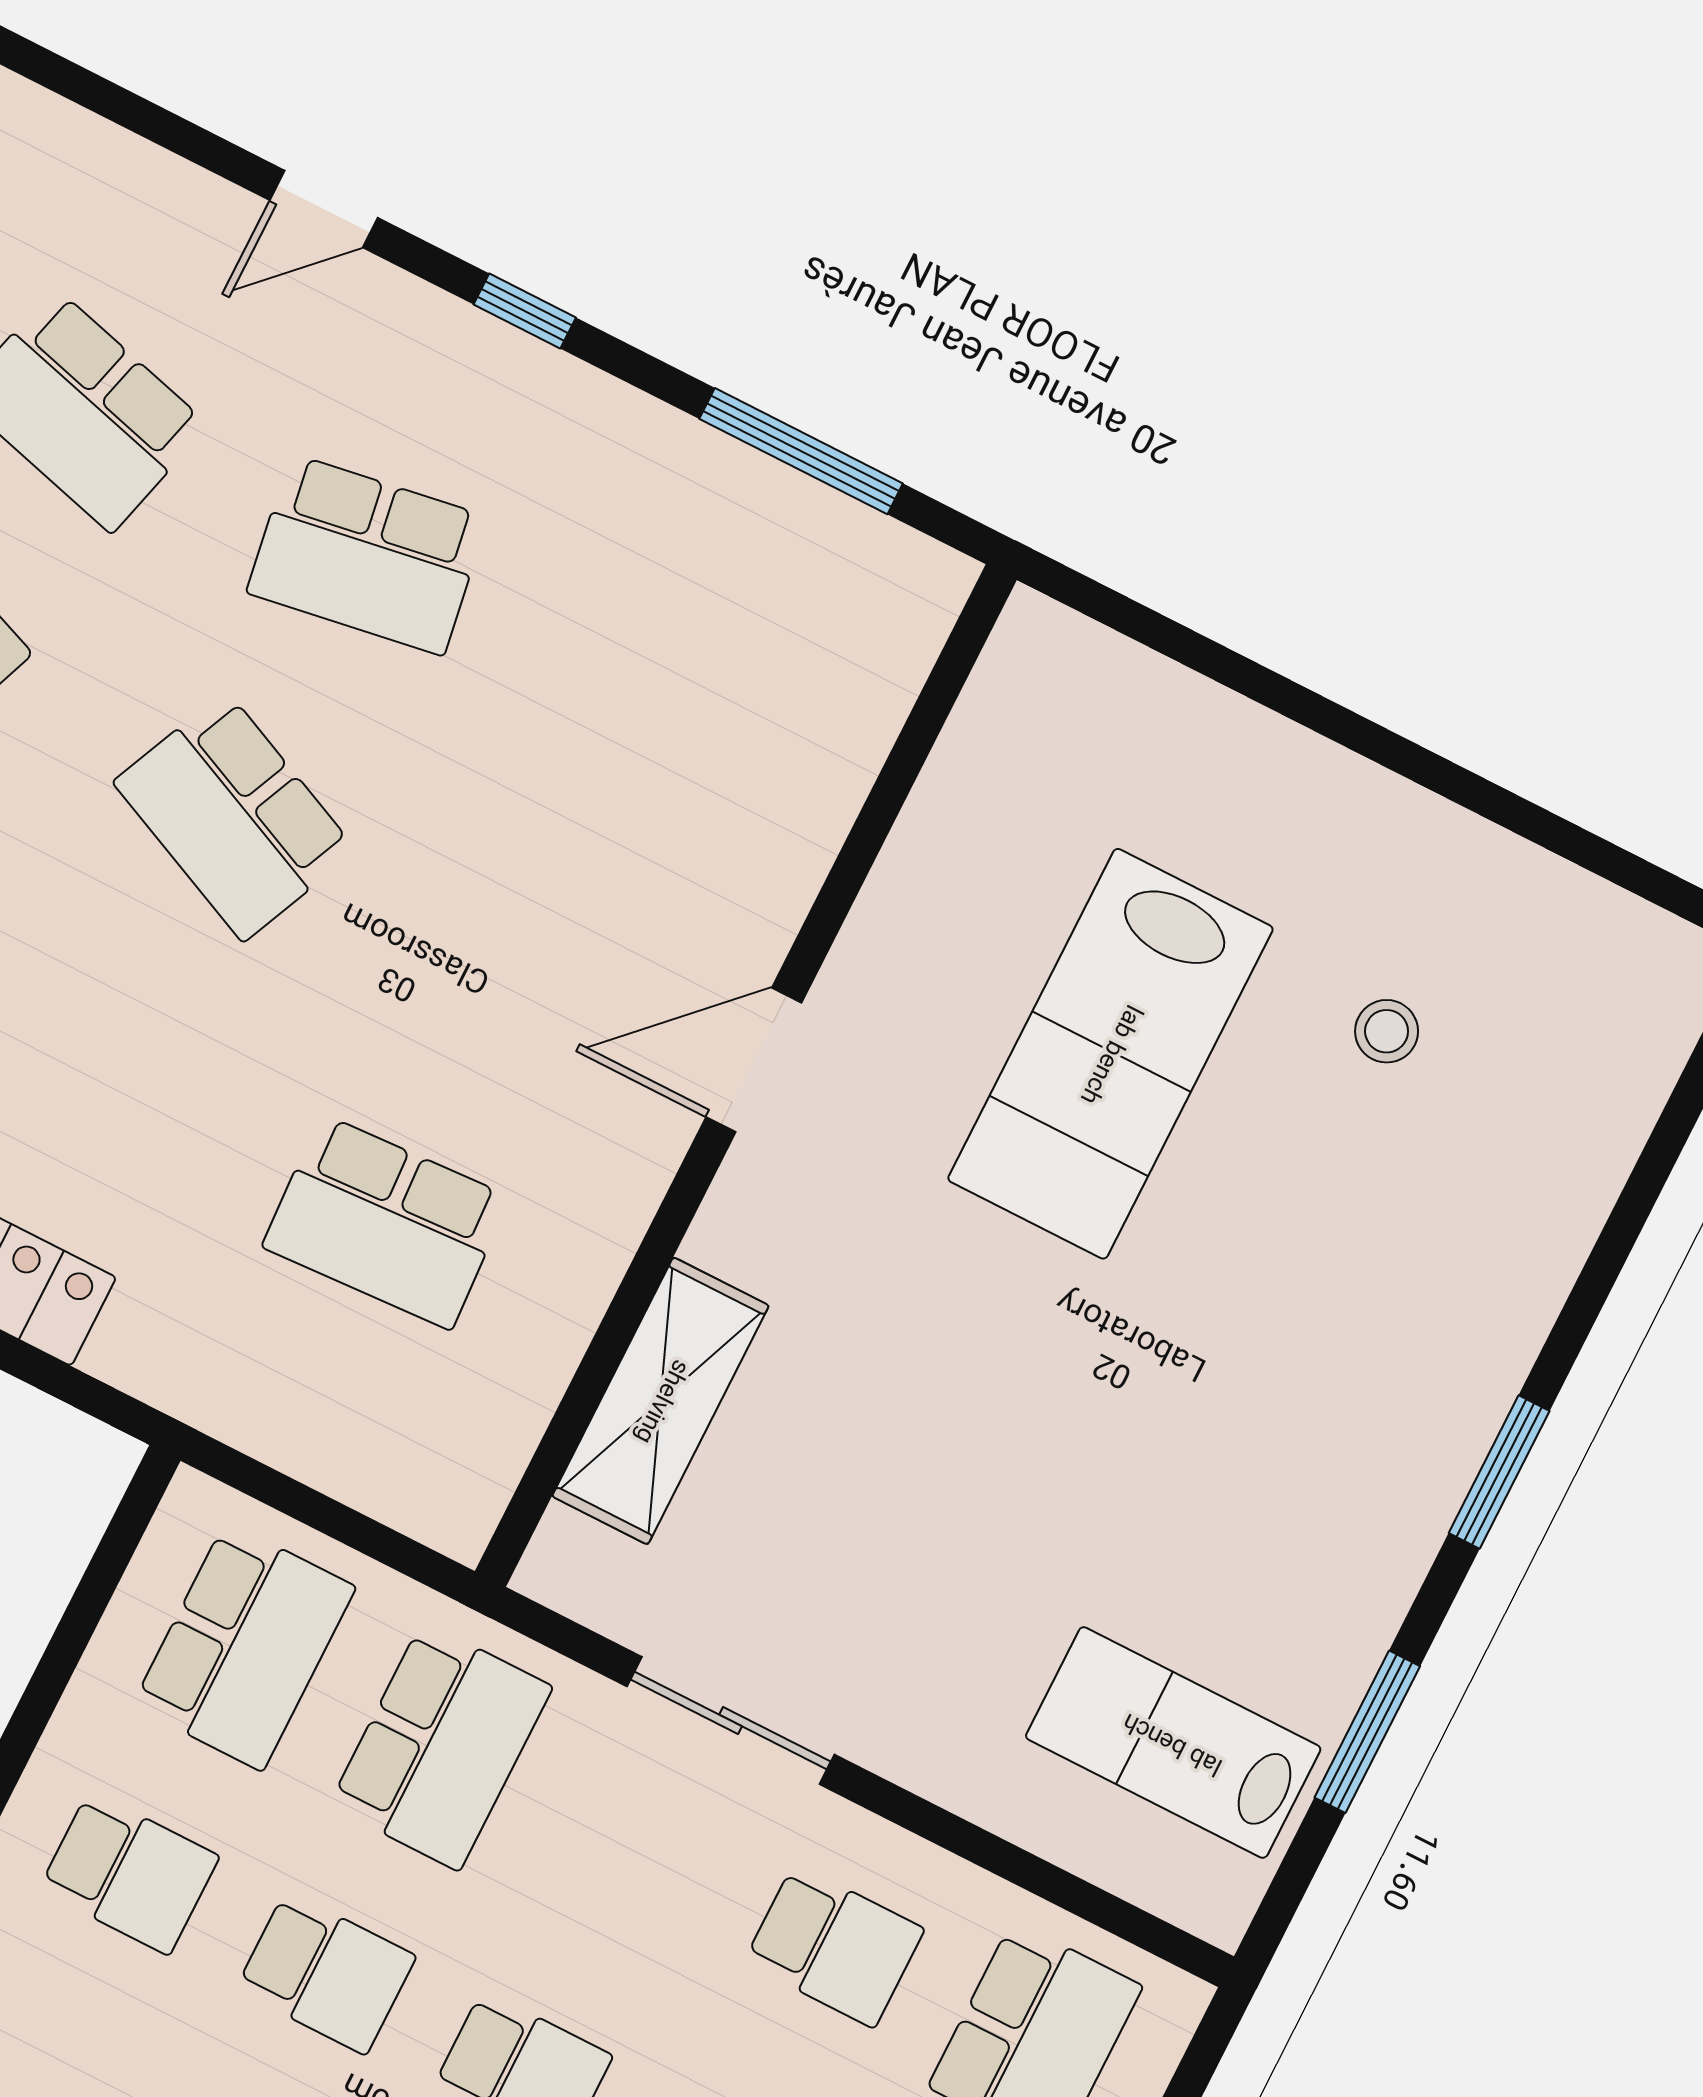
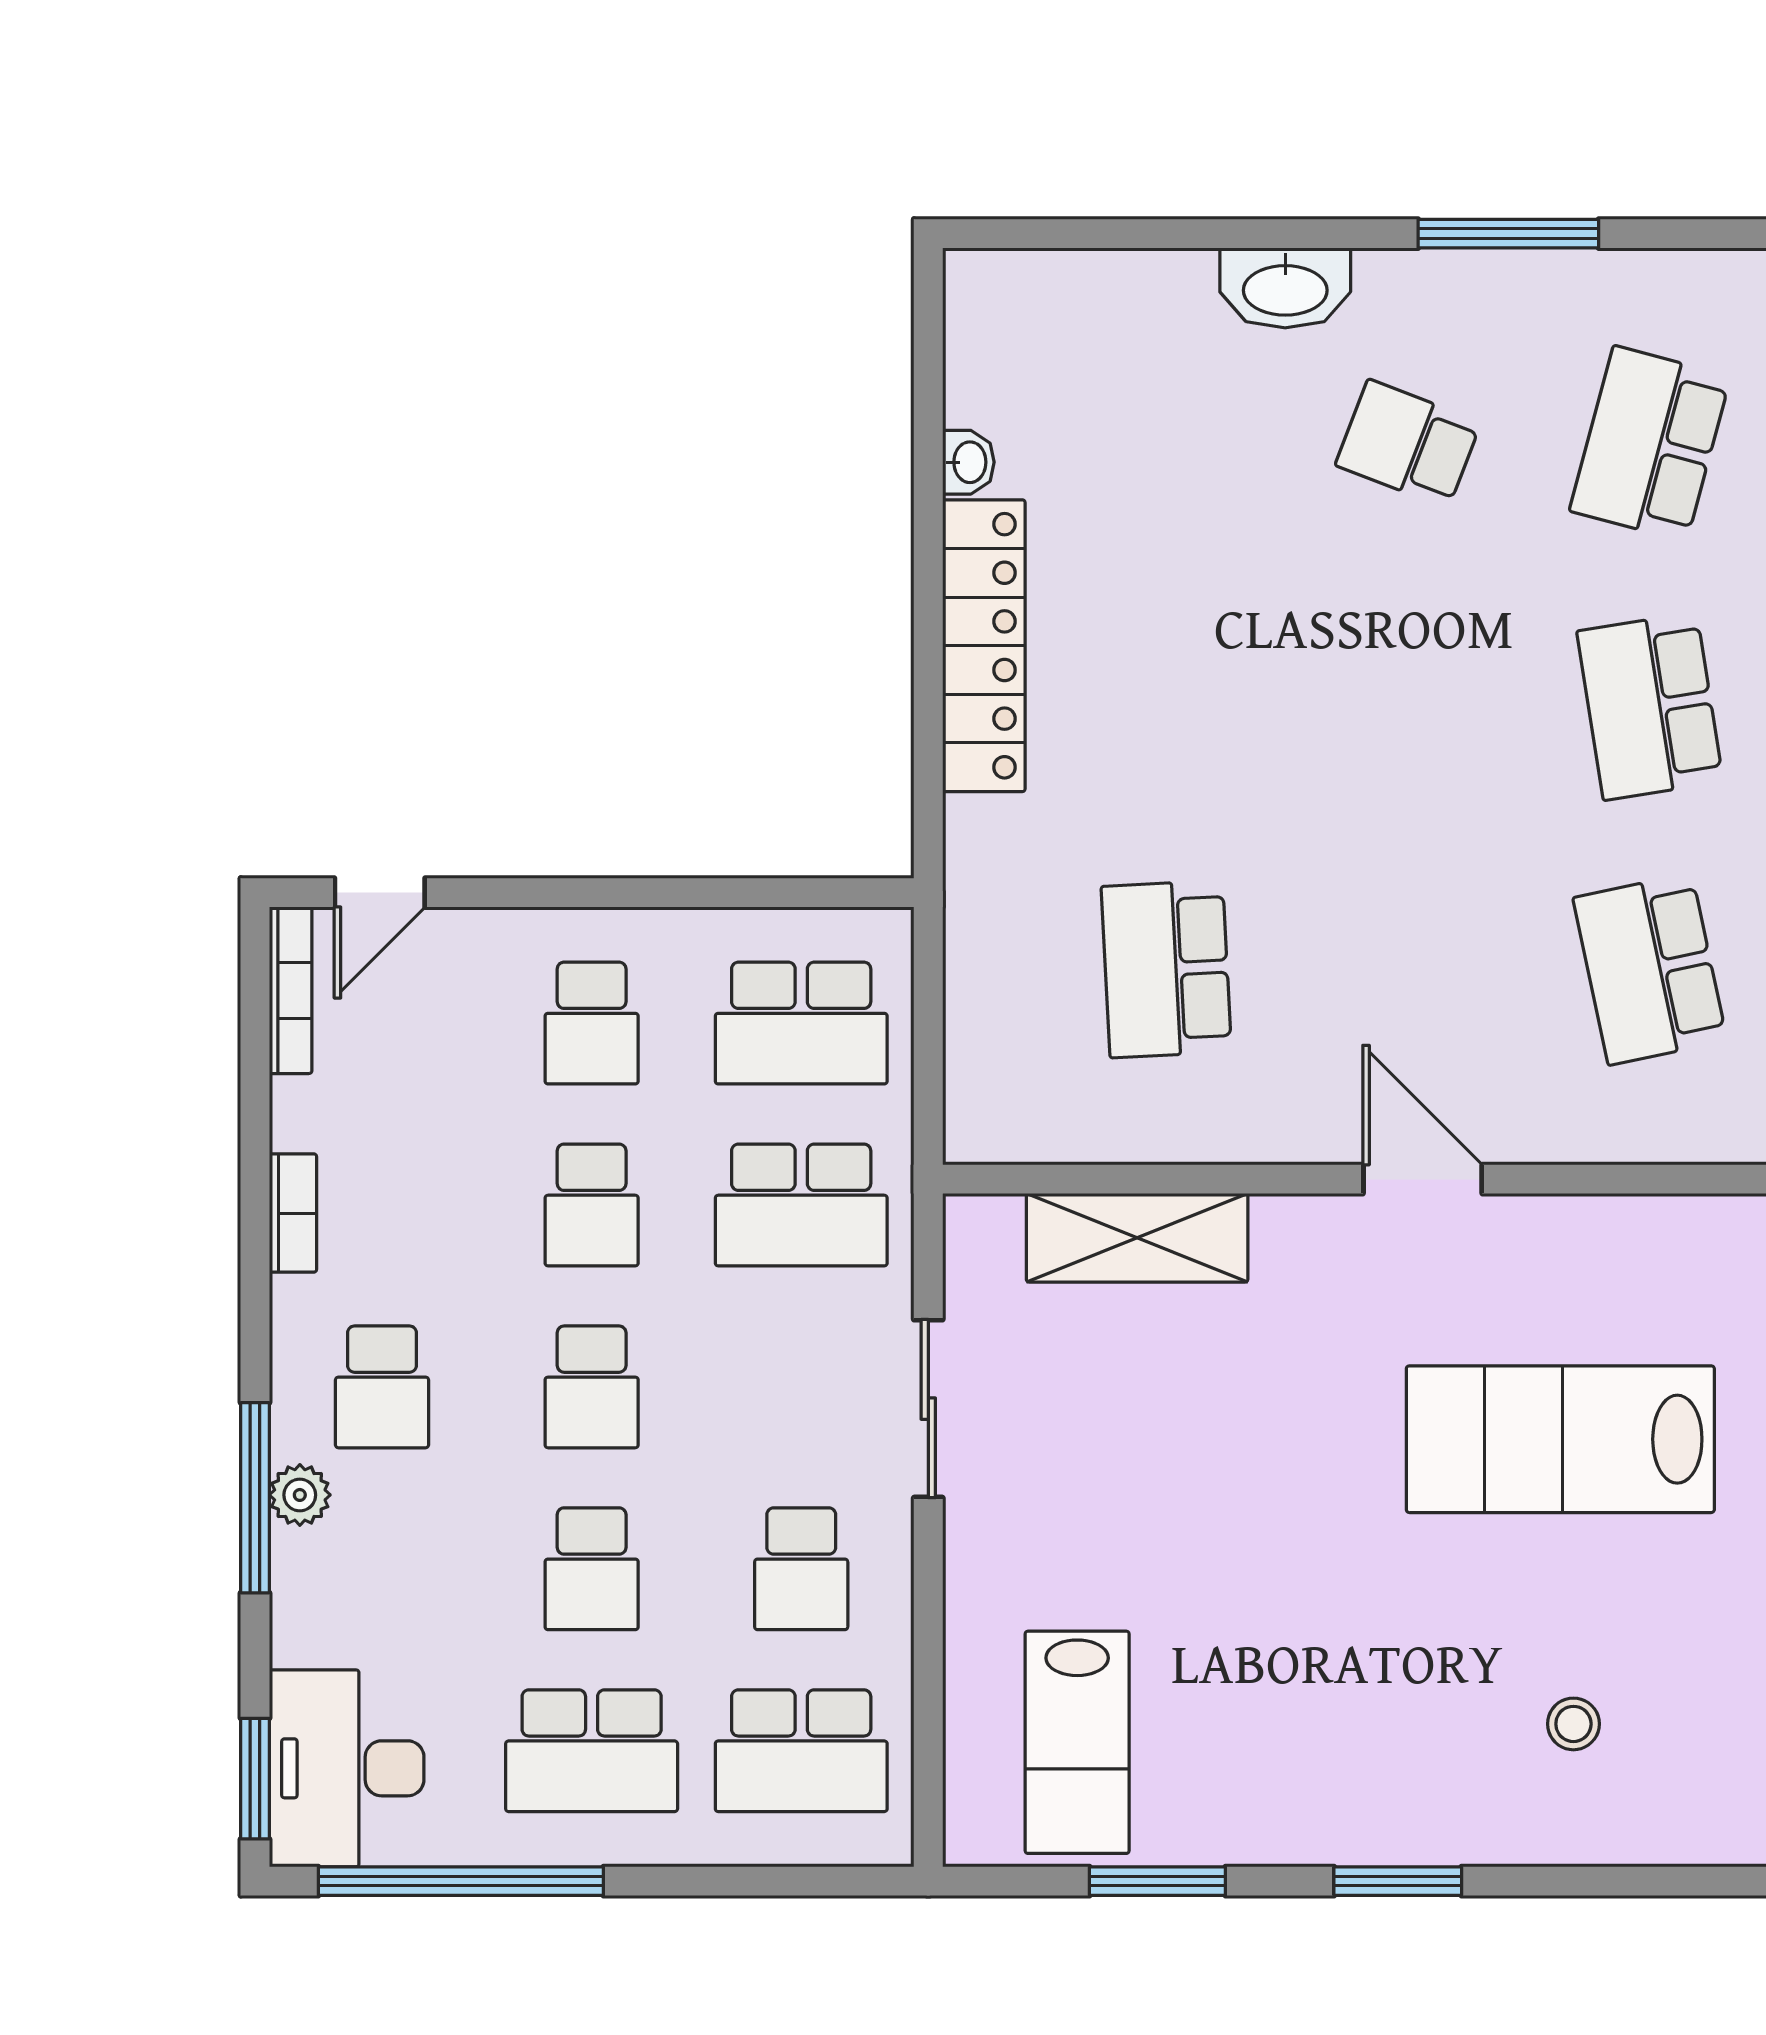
school desk: (235, 816) -> (1650, 969), moved, turned -36
stool: (1387, 1031) -> (1573, 1724), moved
lab bench: (1173, 1743) -> (1077, 1742), turned 180

